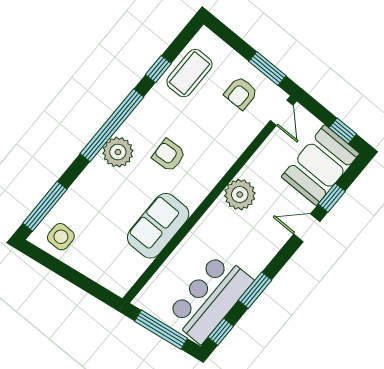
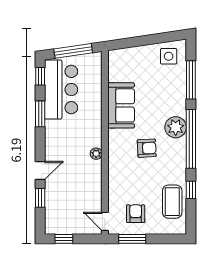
booth: (320, 165) -> (61, 210), removed
plant: (240, 195) -> (96, 154), width x0.53, depth x0.53
window: (45, 206) -> (191, 80), moved

